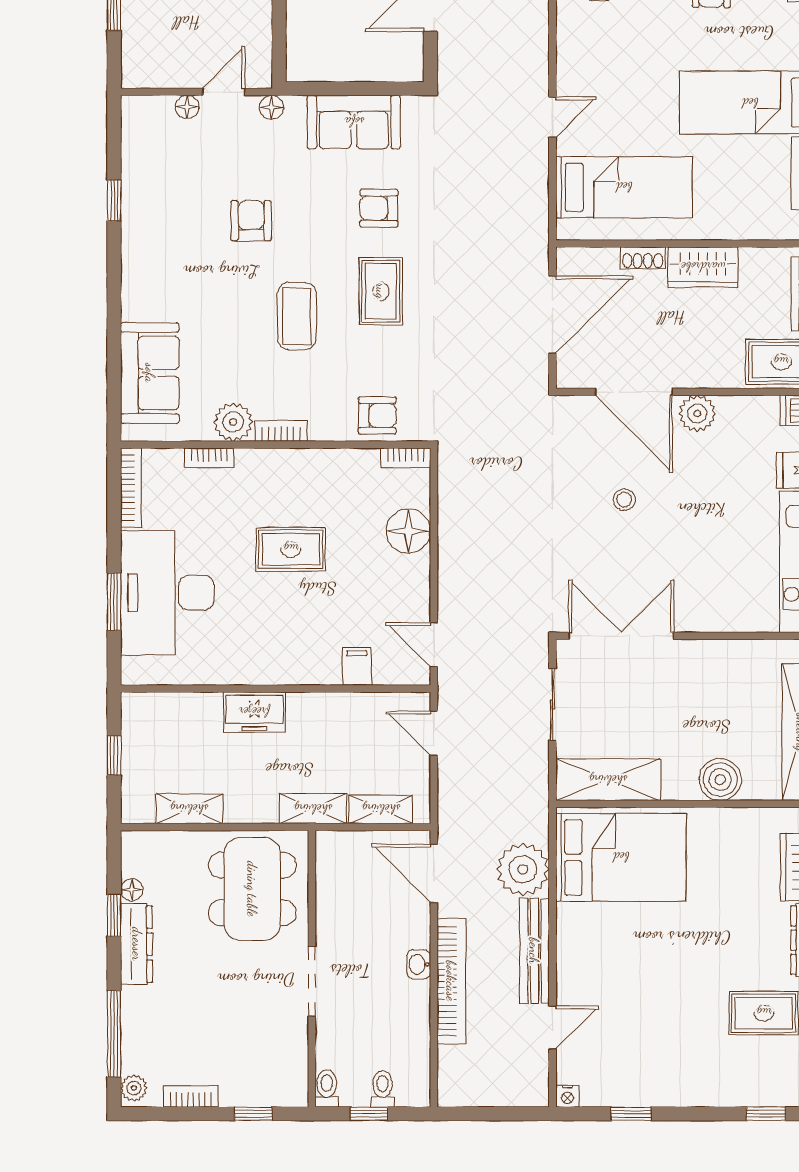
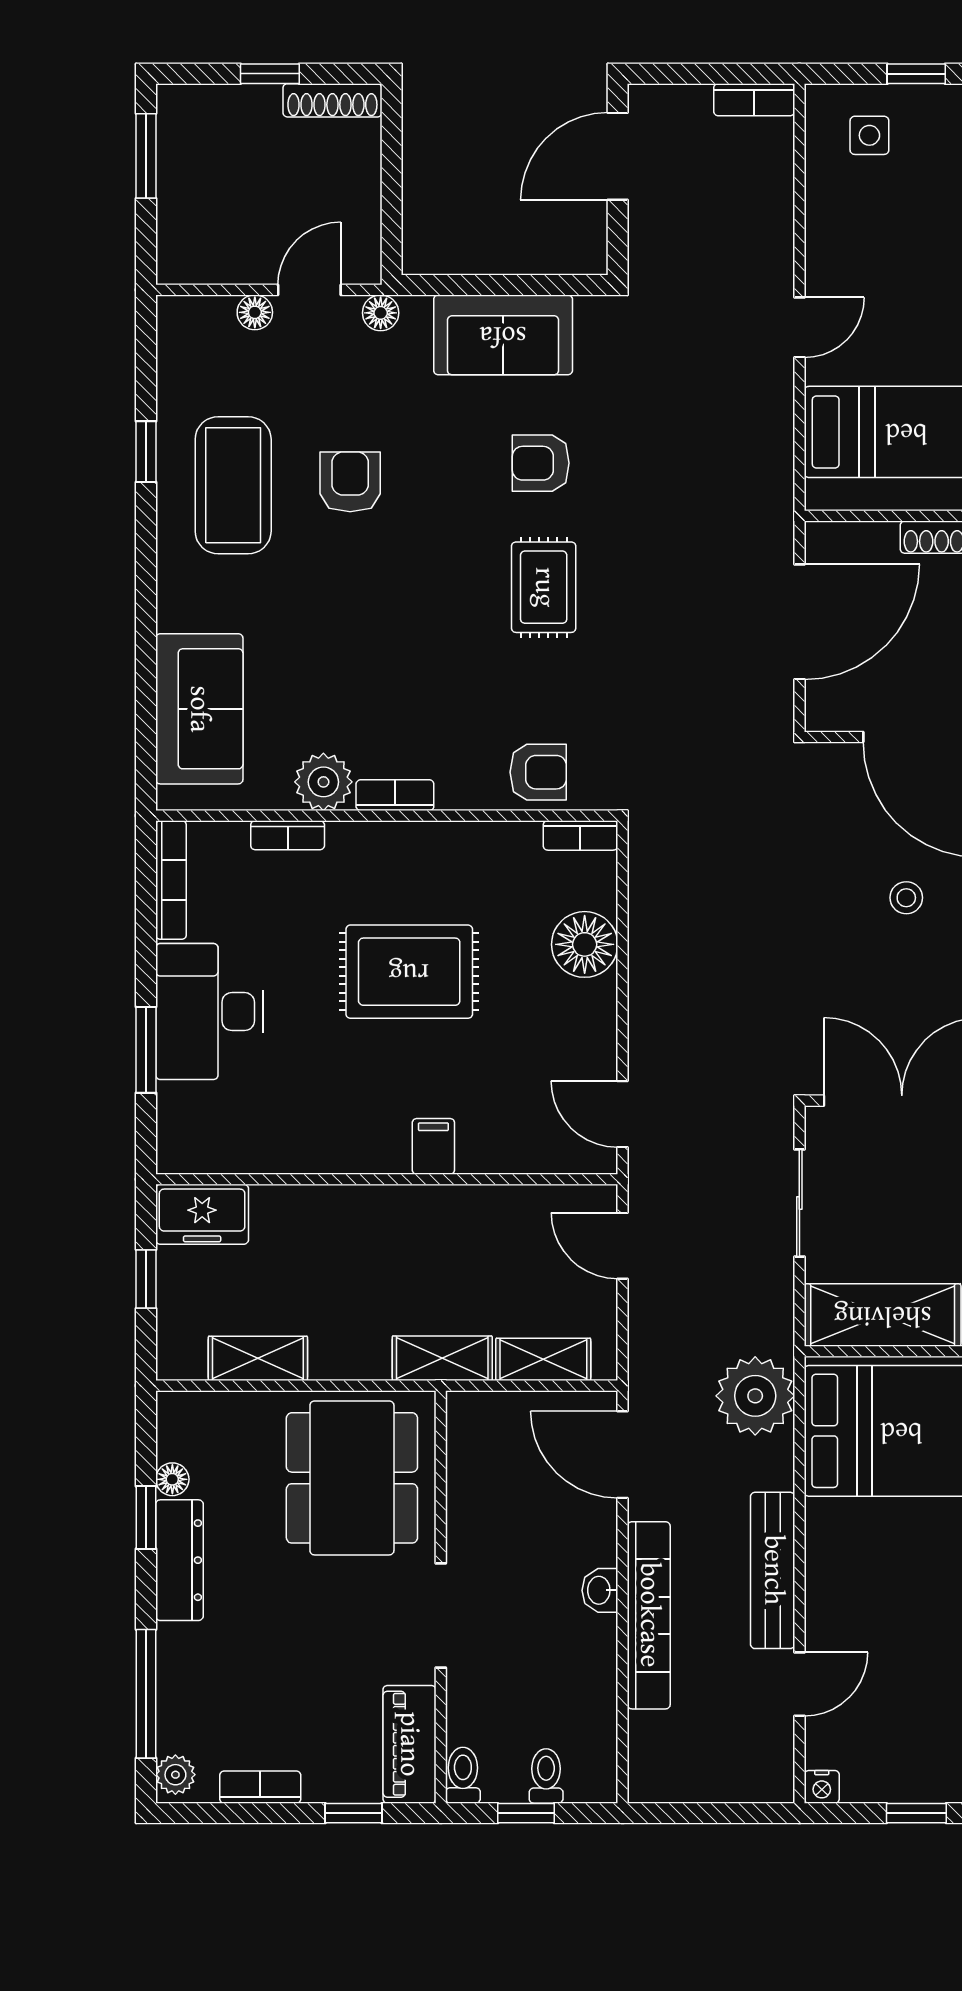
coffee table: (297, 316) -> (233, 485), moved, width x1.36, depth x1.32
rug: (291, 549) -> (409, 972), width x1.36, depth x1.43
desk: (167, 593) -> (209, 1012), width x0.73, depth x0.77
filing cabinet: (357, 666) -> (433, 1146), moved
freezer: (254, 712) -> (202, 1214), moved
plant: (523, 869) -> (755, 1396), moved
piano: (291, 1068) -> (409, 1744), added

